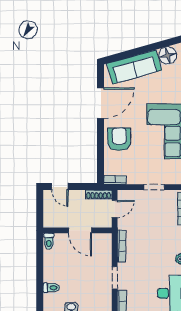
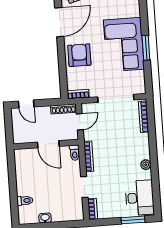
doorway: (154, 187) -> (116, 98), width x1.88
toilet: (49, 241) -> (75, 153), moved

